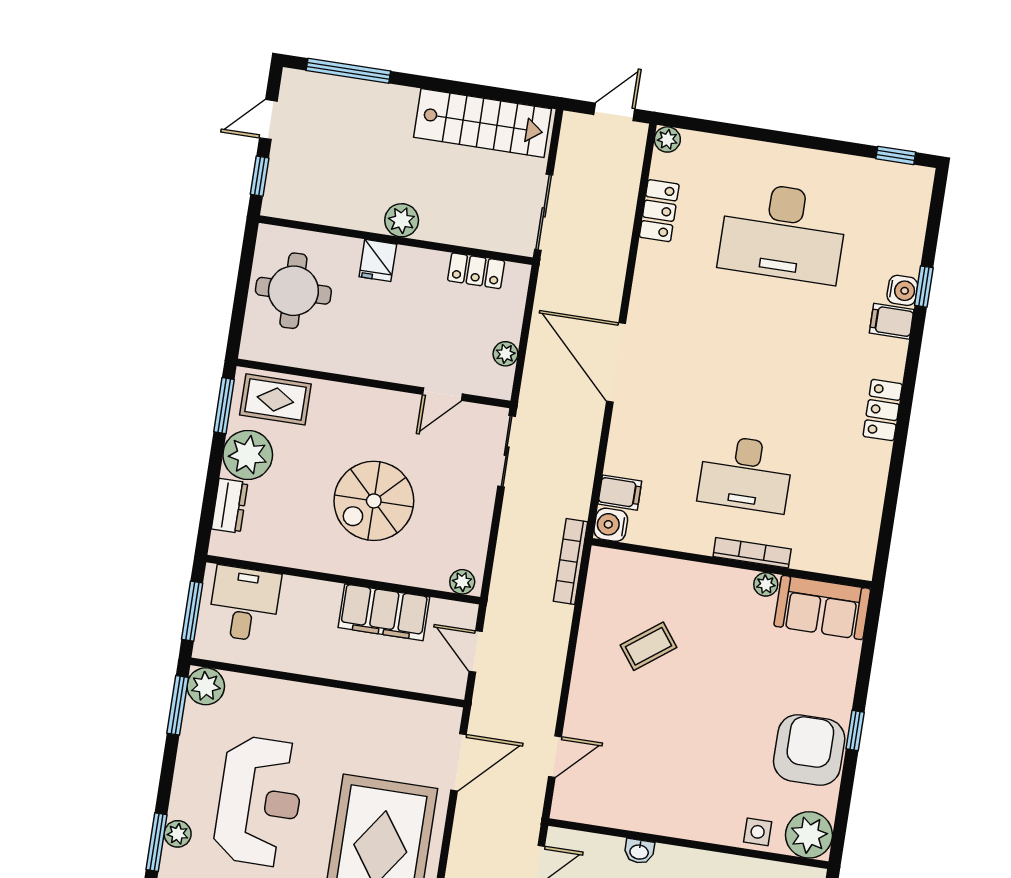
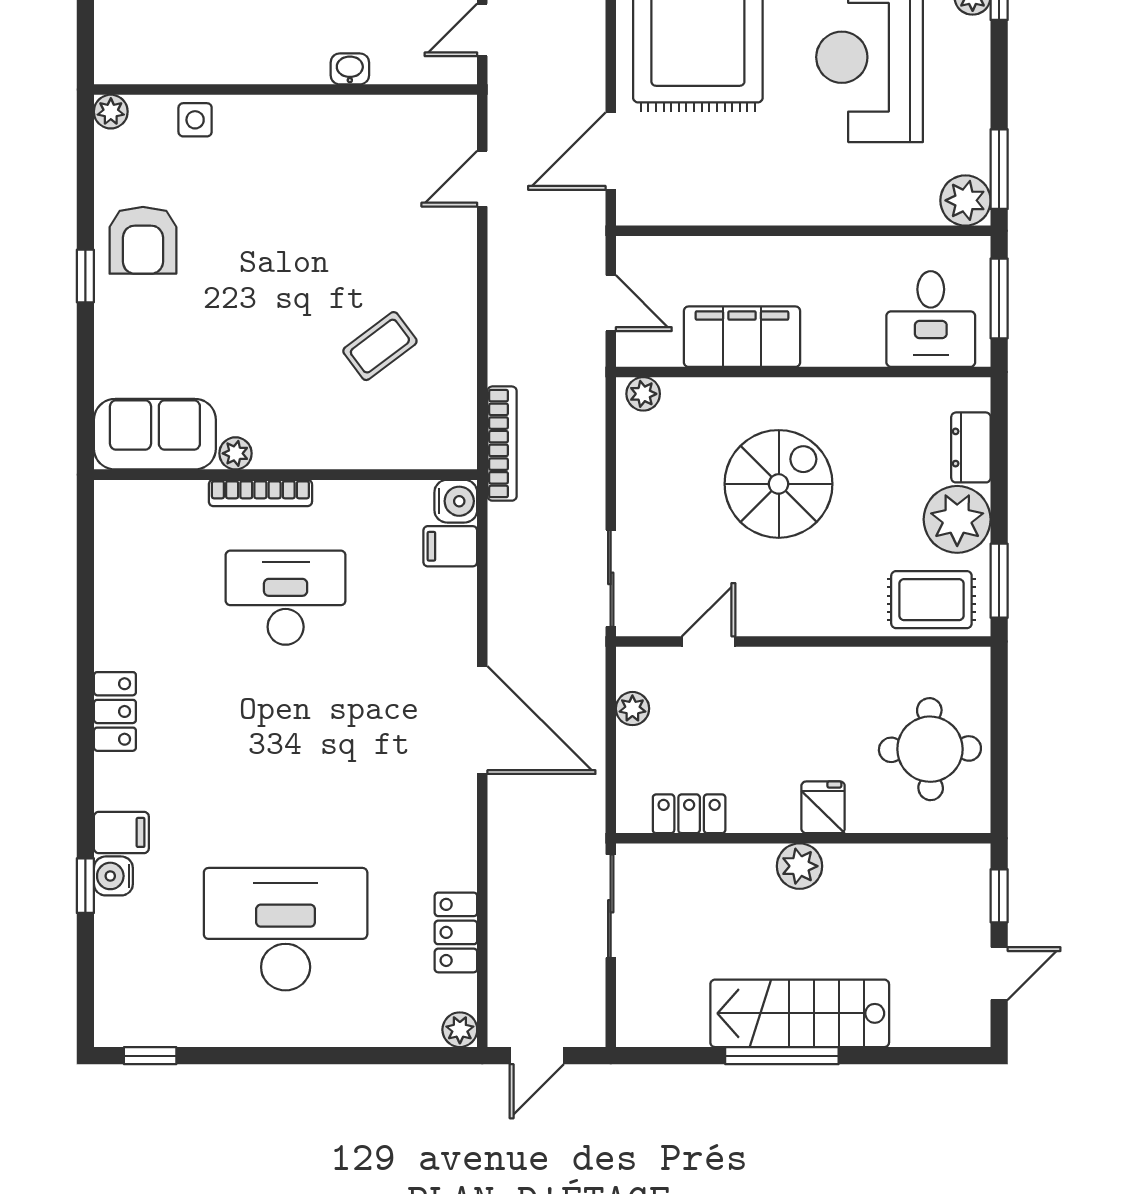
window: (348, 71) -> (782, 1056), moved
stairs: (482, 123) -> (800, 1013), moved
armchair: (809, 750) -> (143, 240), width x0.73, depth x0.73
plant: (809, 835) -> (111, 112), width x0.53, depth x0.53

